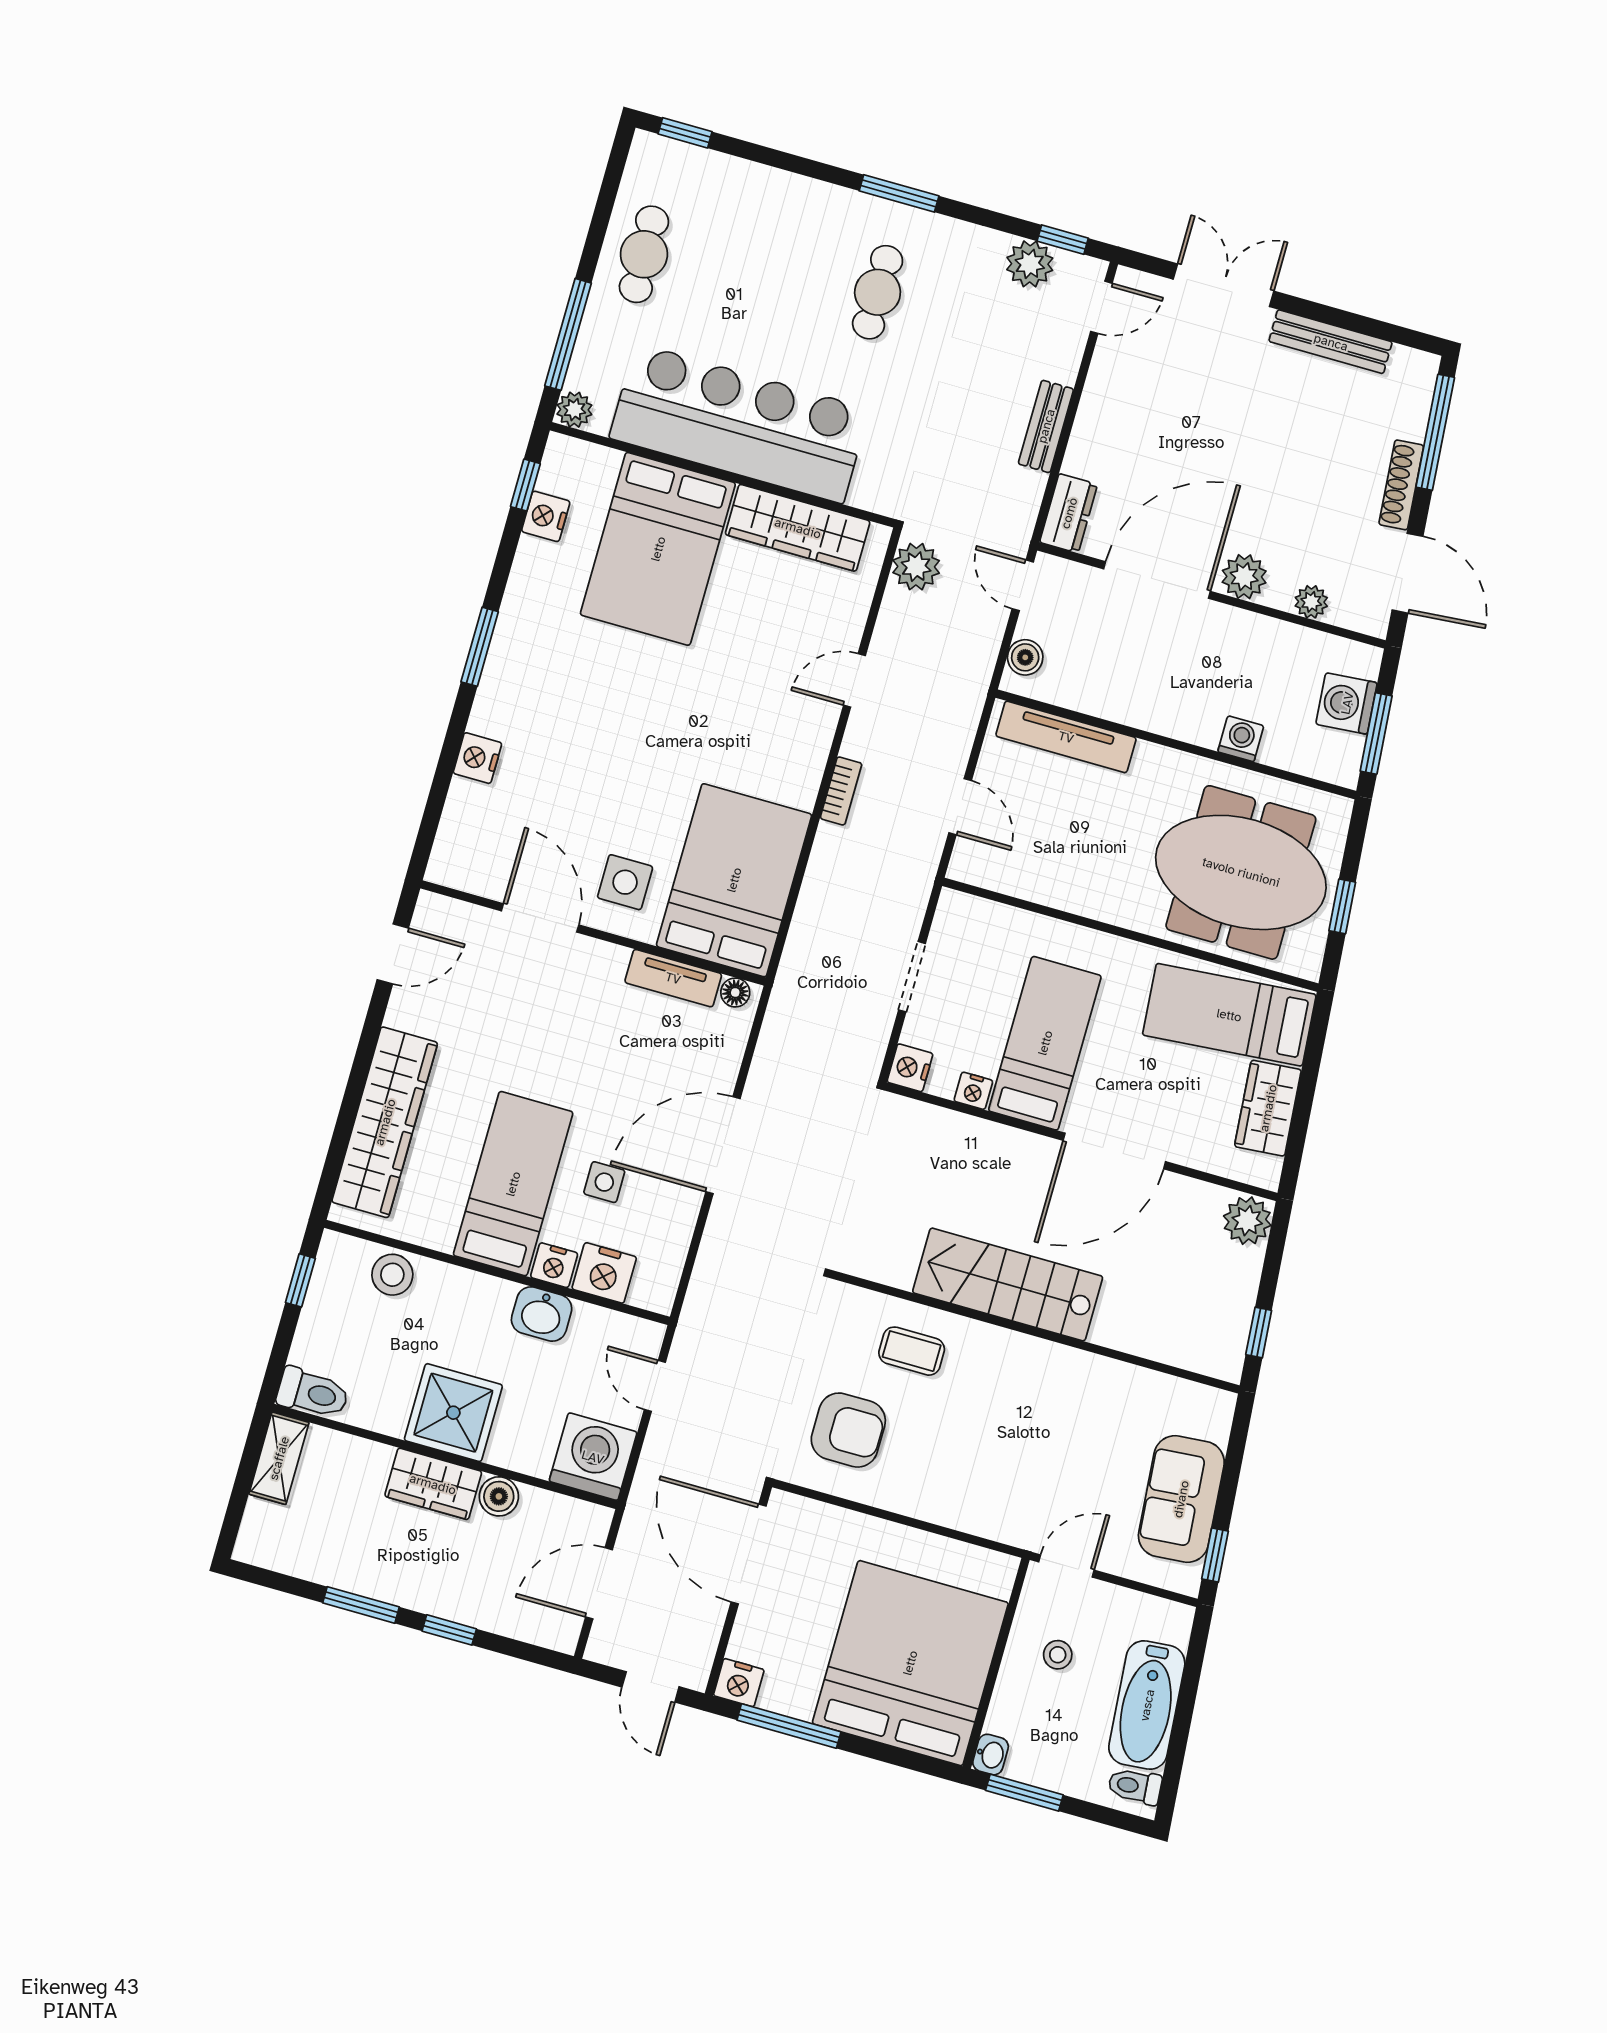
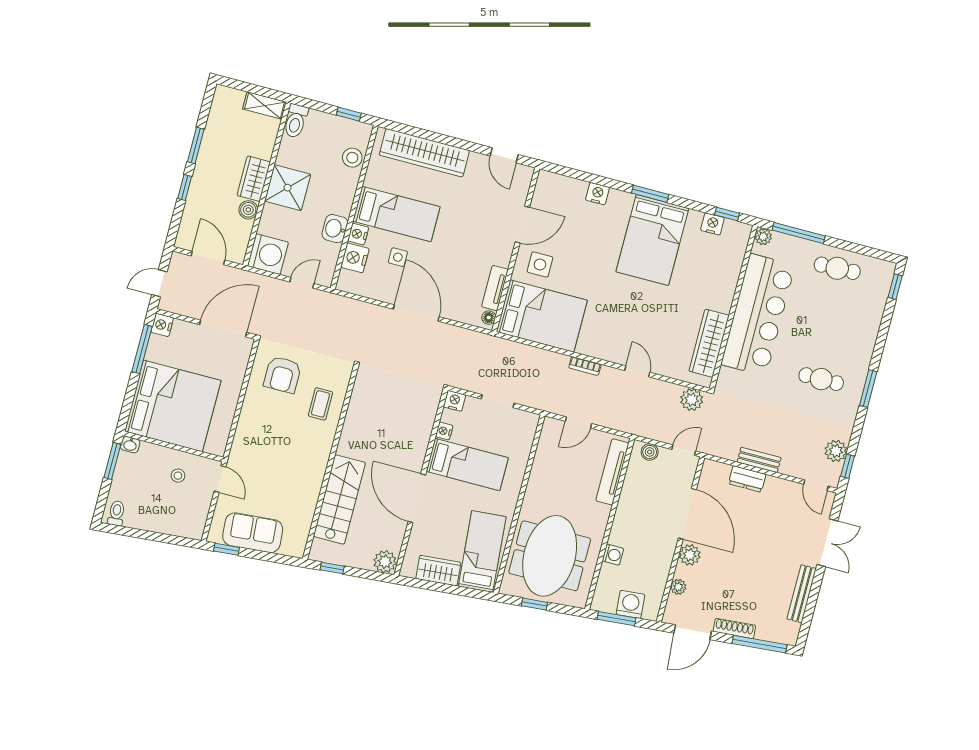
dresser: (1069, 513) -> (747, 479), moved
bed: (658, 549) -> (652, 240), moved, turned -90
stairs: (1008, 1284) -> (339, 499), moved
bathtub: (1147, 1705) -> (155, 518), removed

